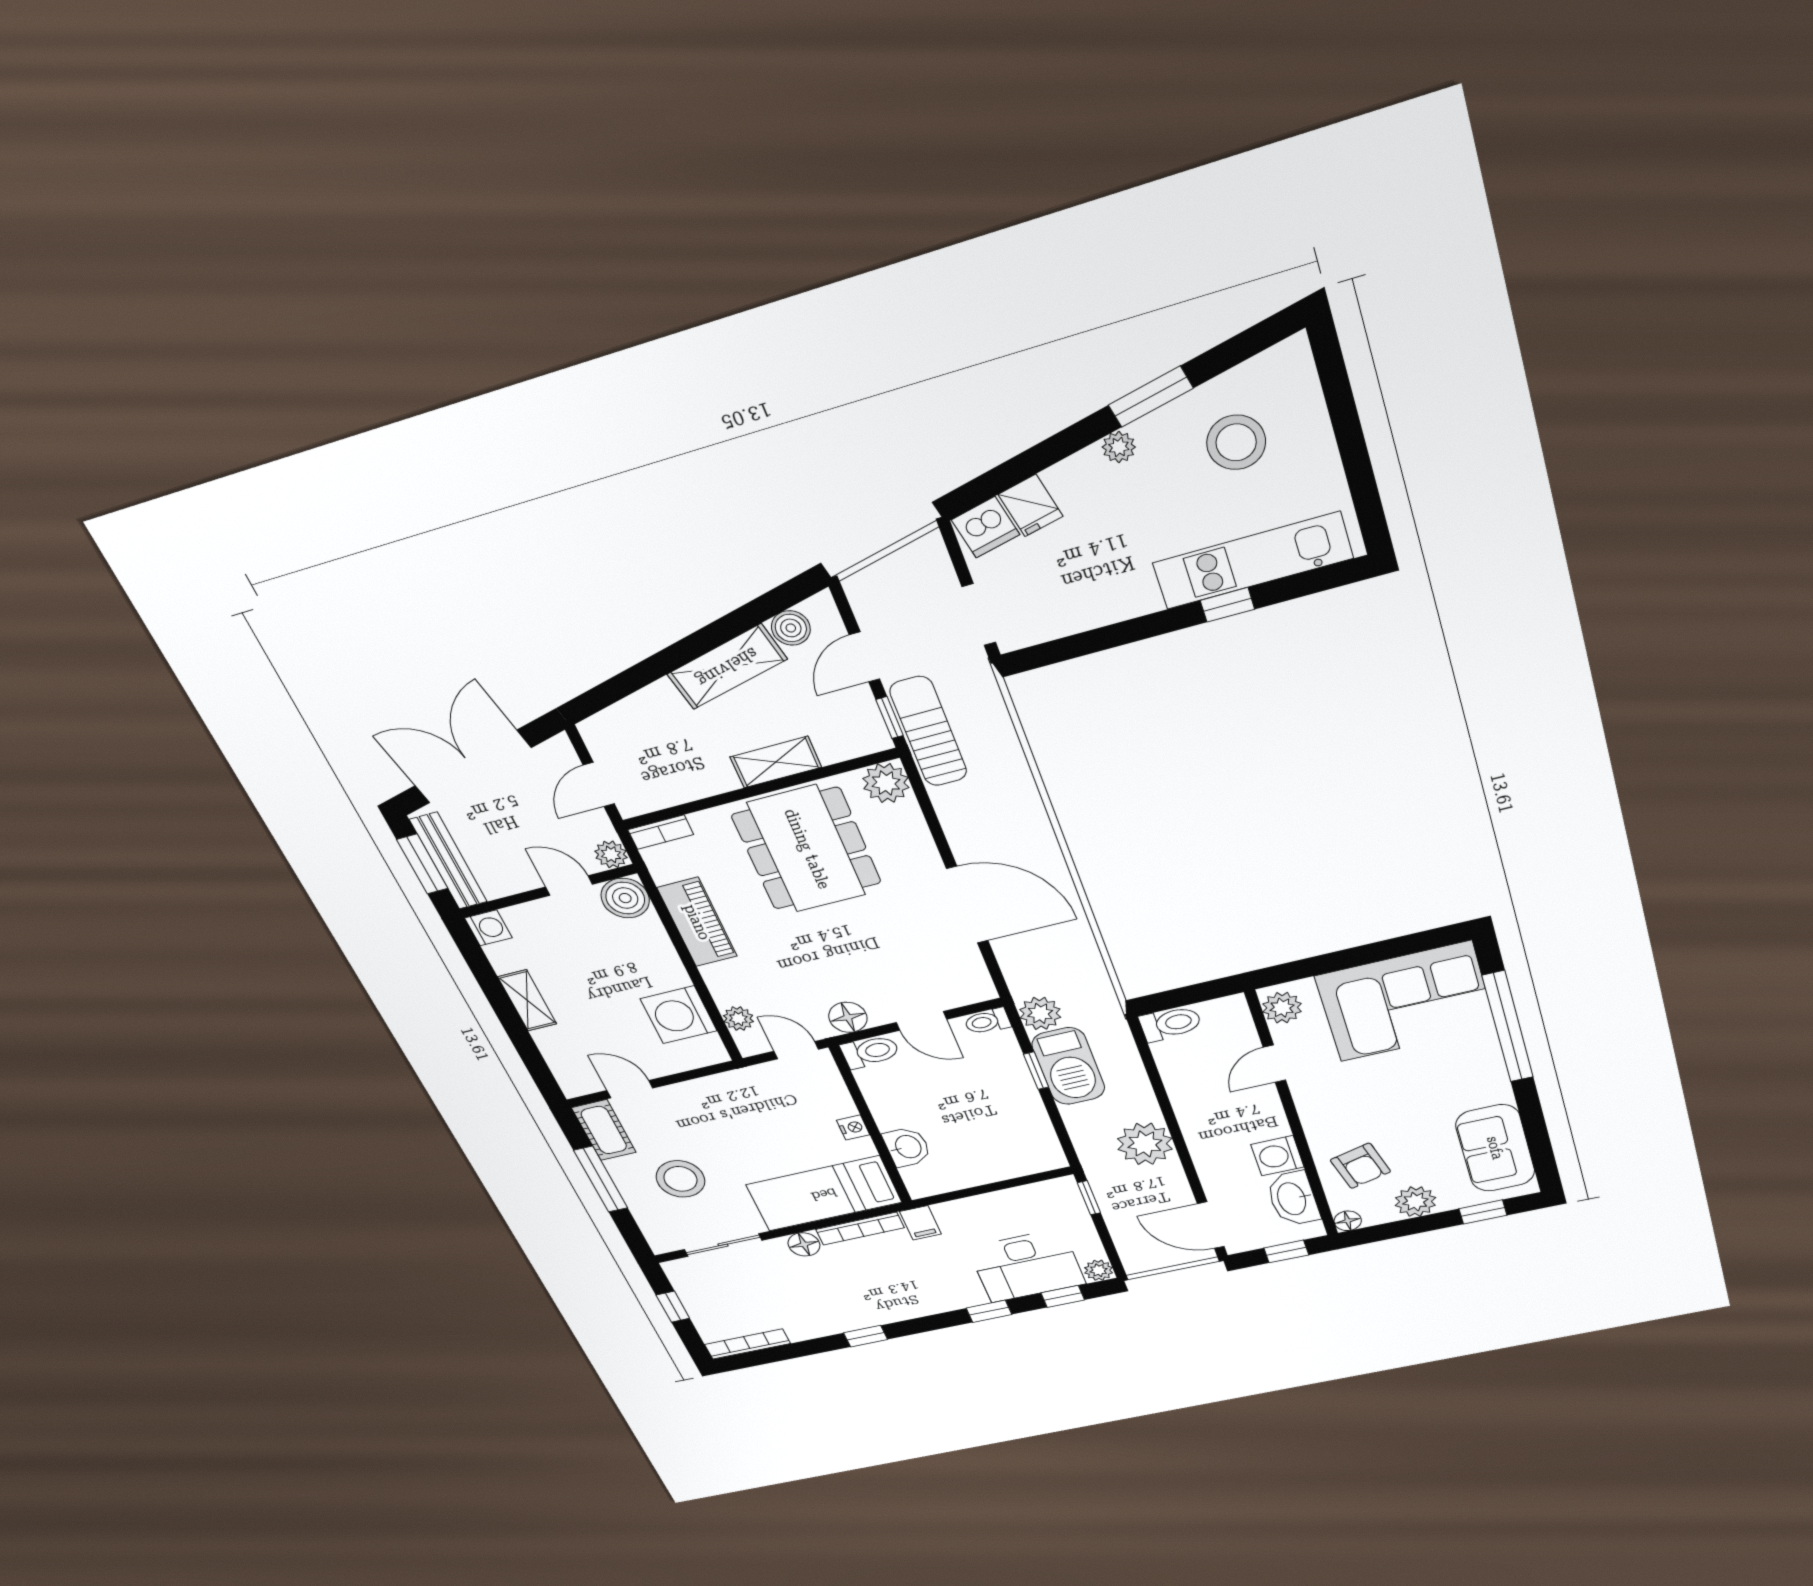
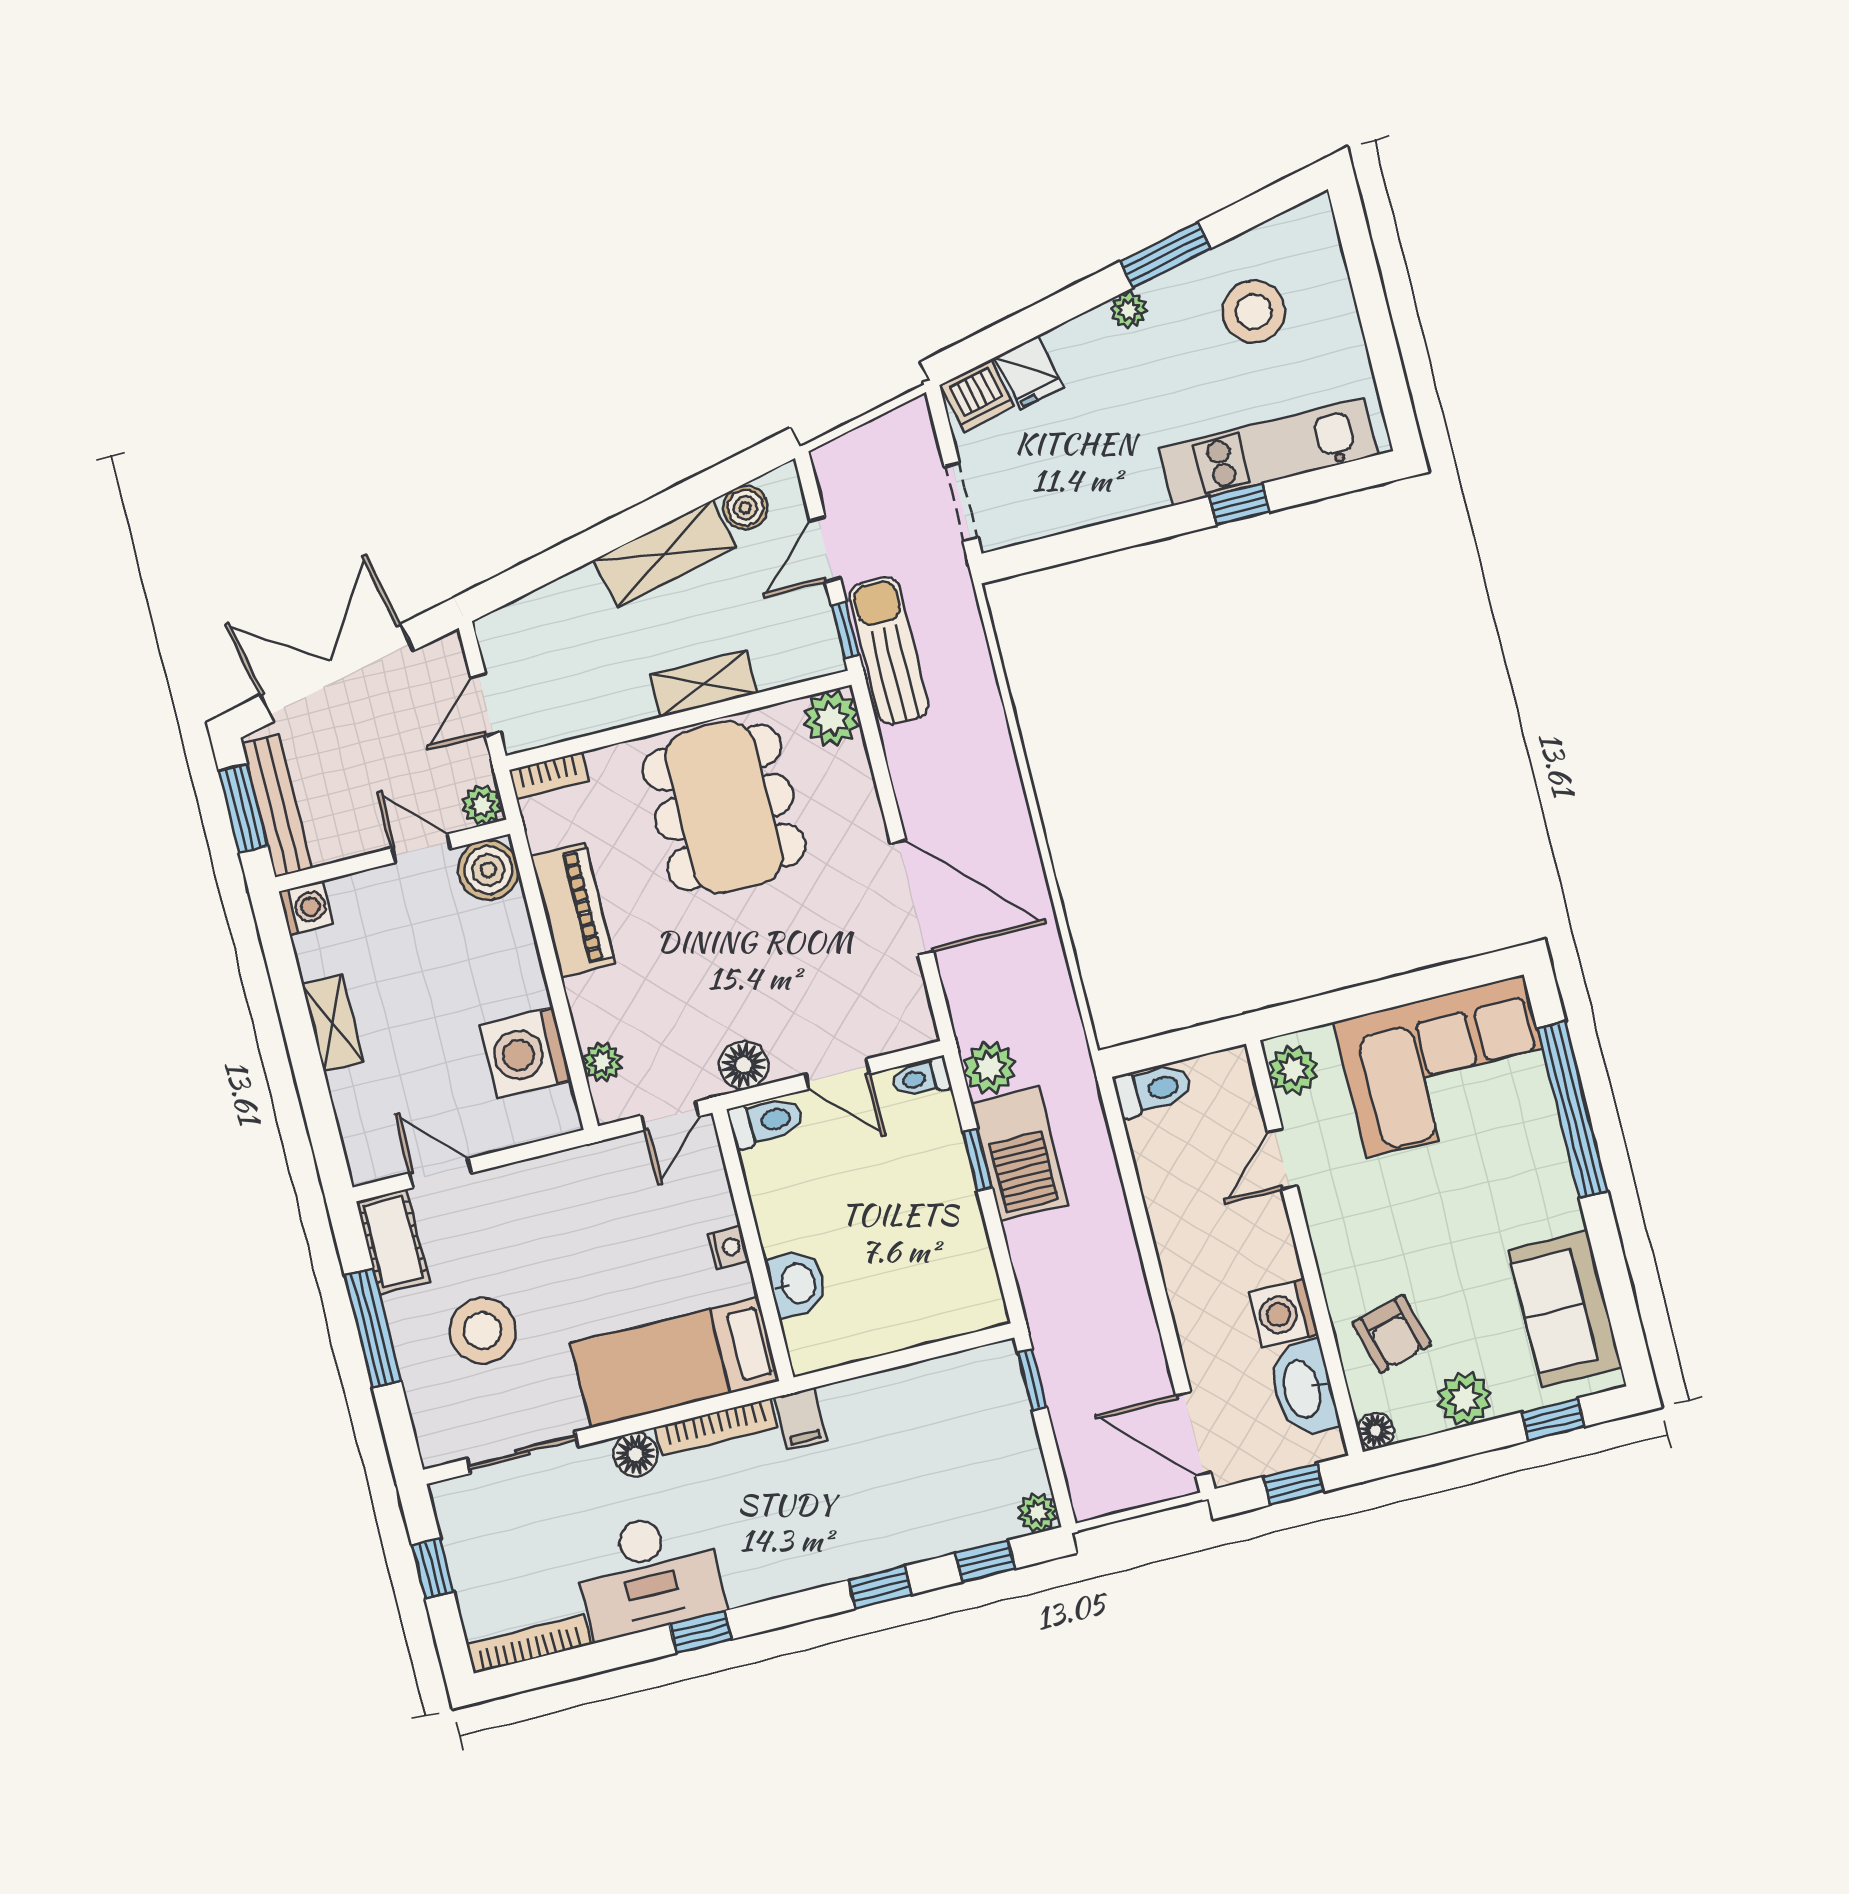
door: (796, 1050) -> (670, 1116), swing flipped
plant: (1145, 1144) -> (1111, 1288), removed
desk: (1027, 1266) -> (649, 1574), moved

